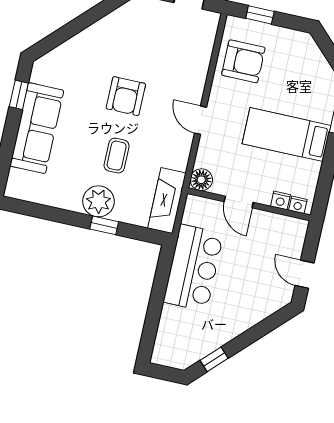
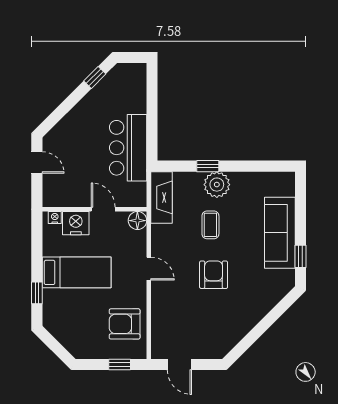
nightstand: (280, 200) -> (76, 223), width x1.89, depth x1.79

